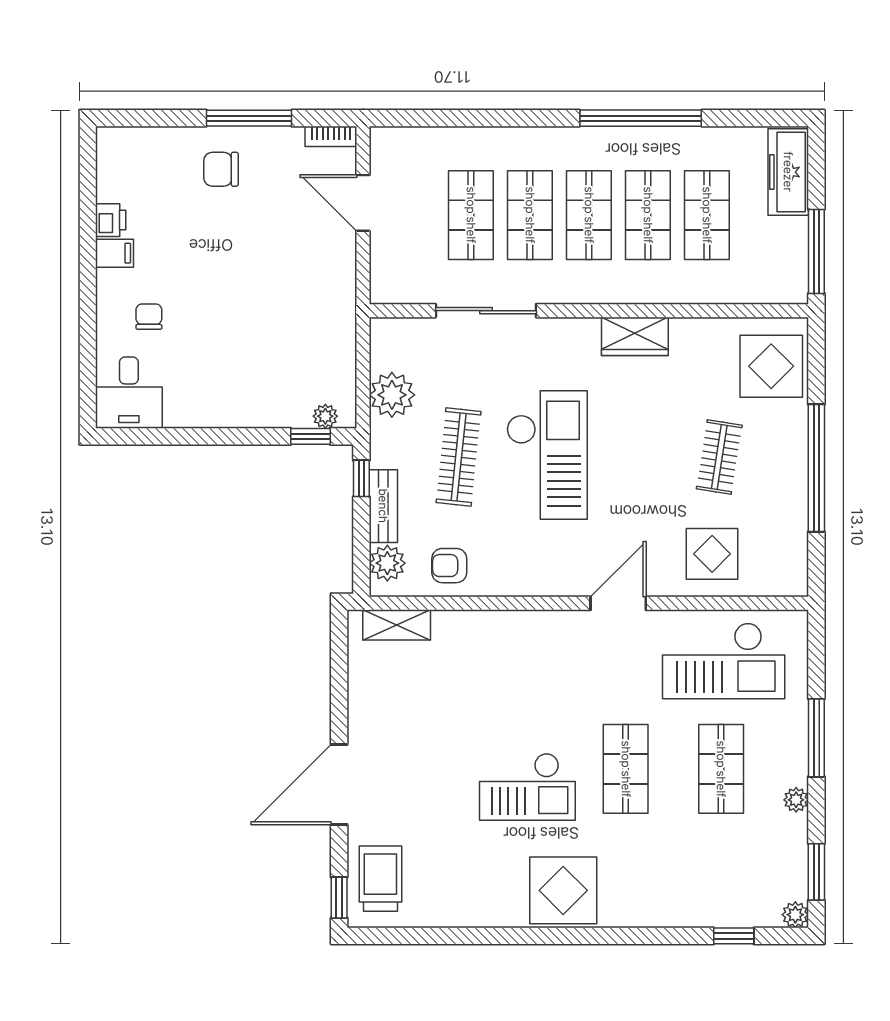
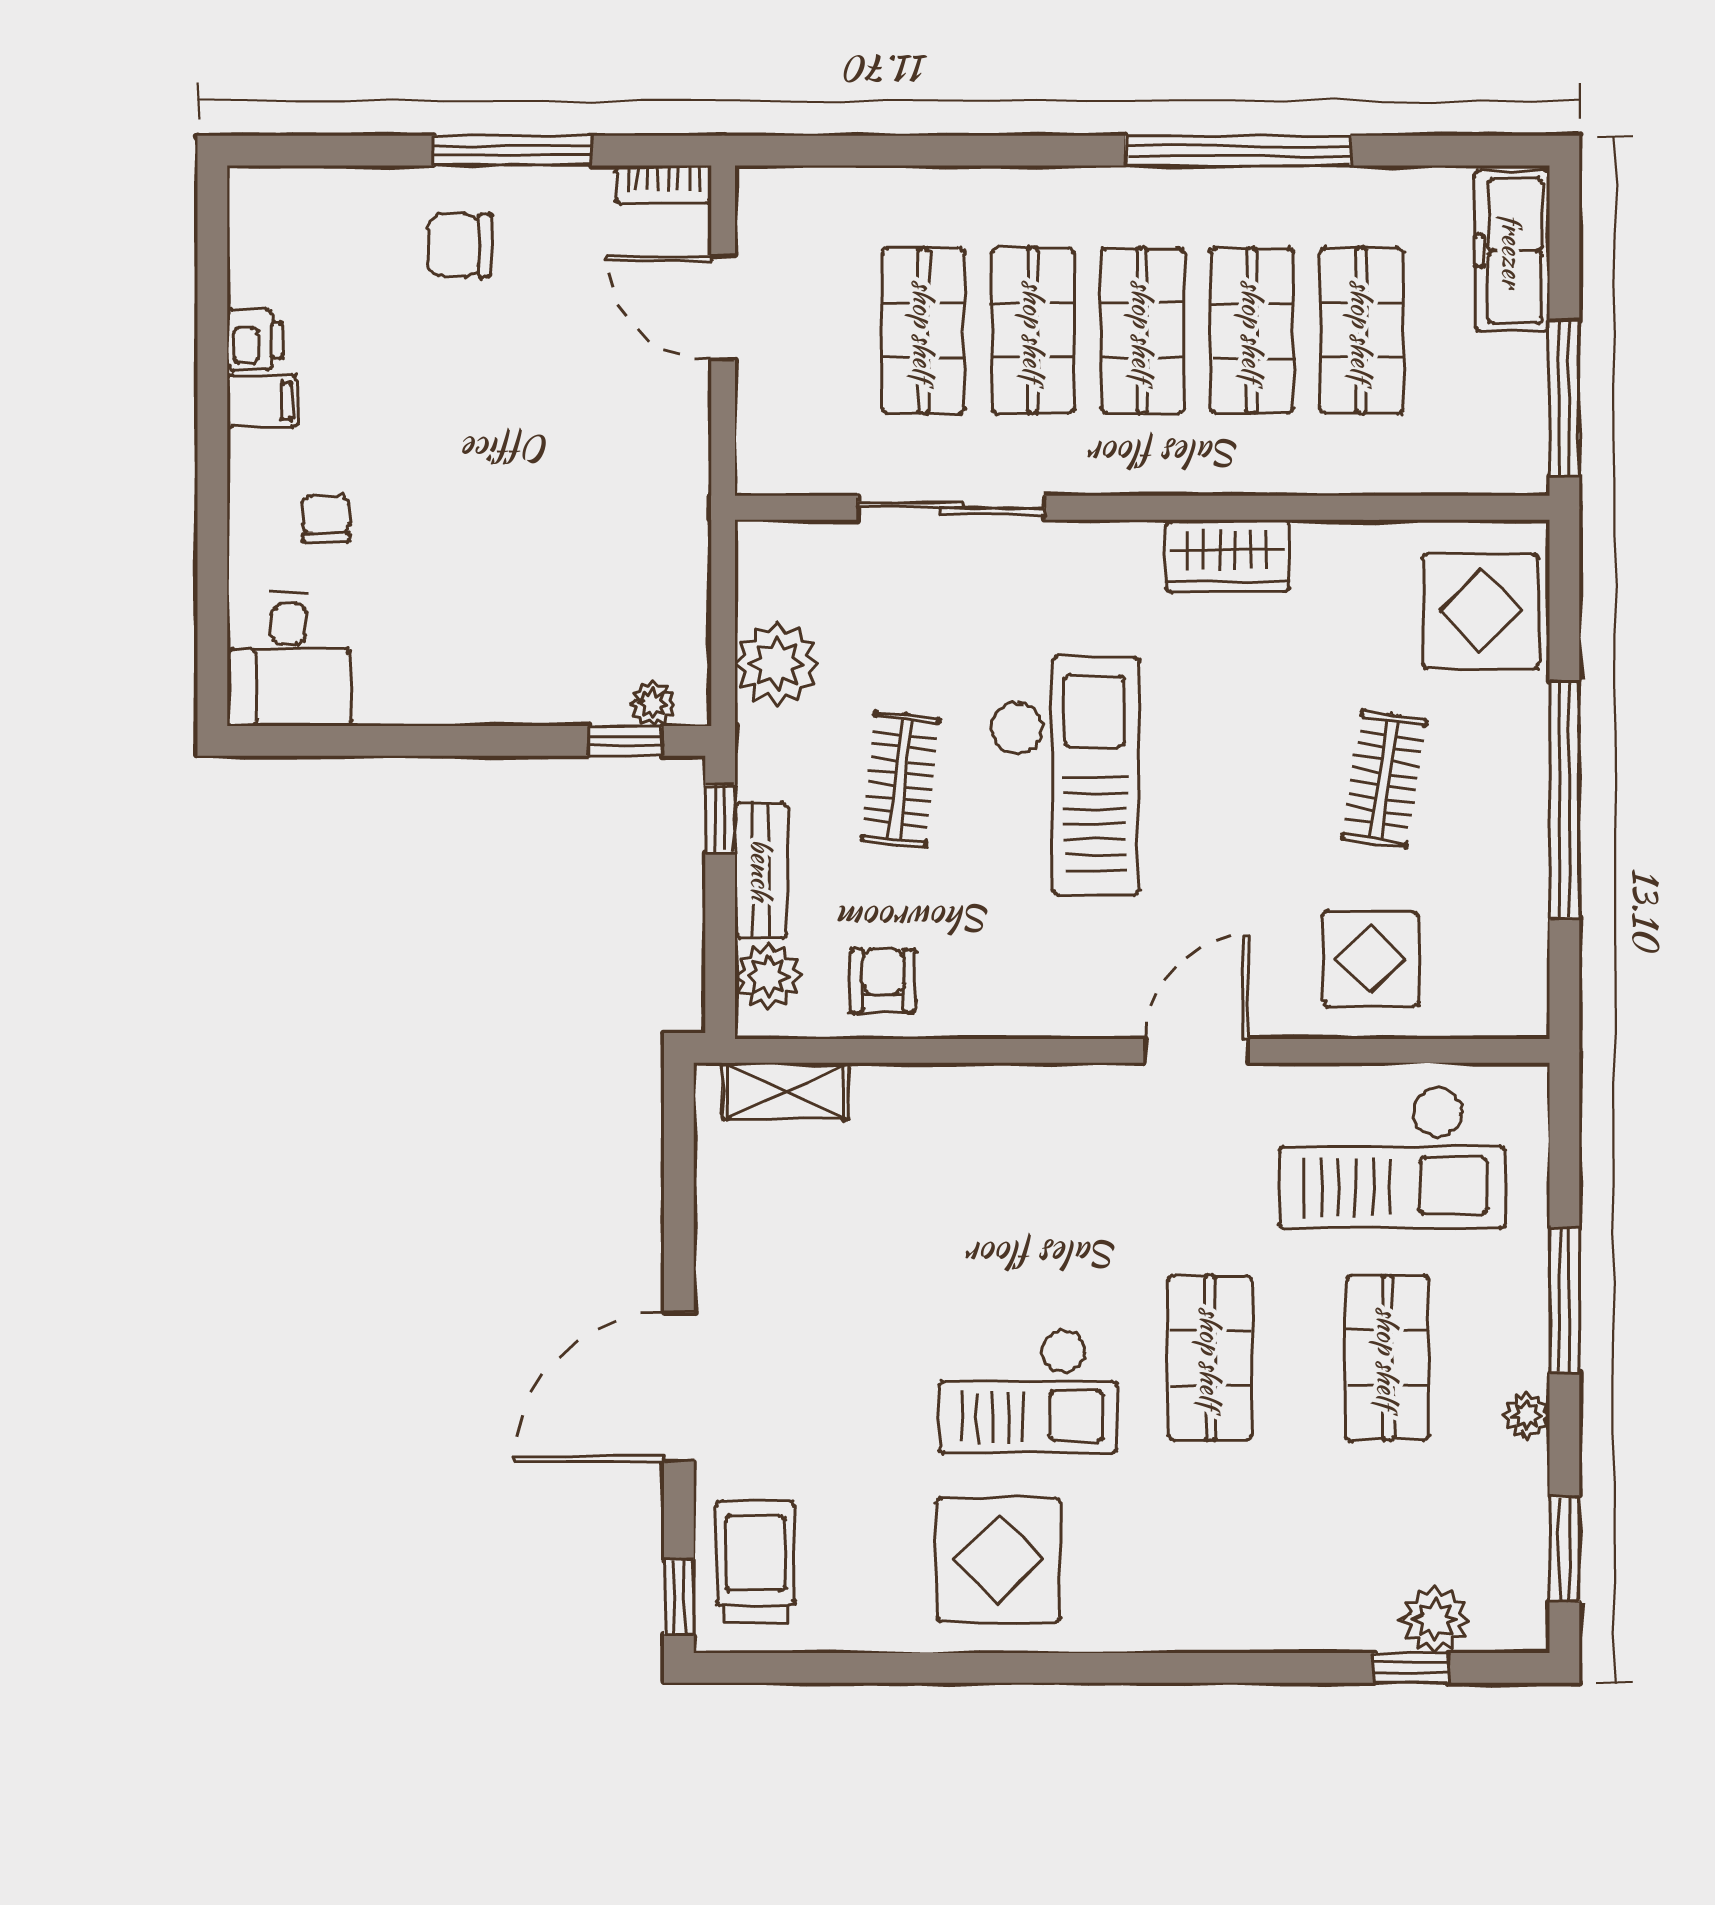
clothes rail: (459, 457) -> (900, 779), width x0.73
armchair: (449, 566) -> (883, 981), turned 90
display table: (563, 890) -> (999, 1560), moved
plant: (795, 915) -> (1435, 1619), moved, width x1.38, depth x1.38

